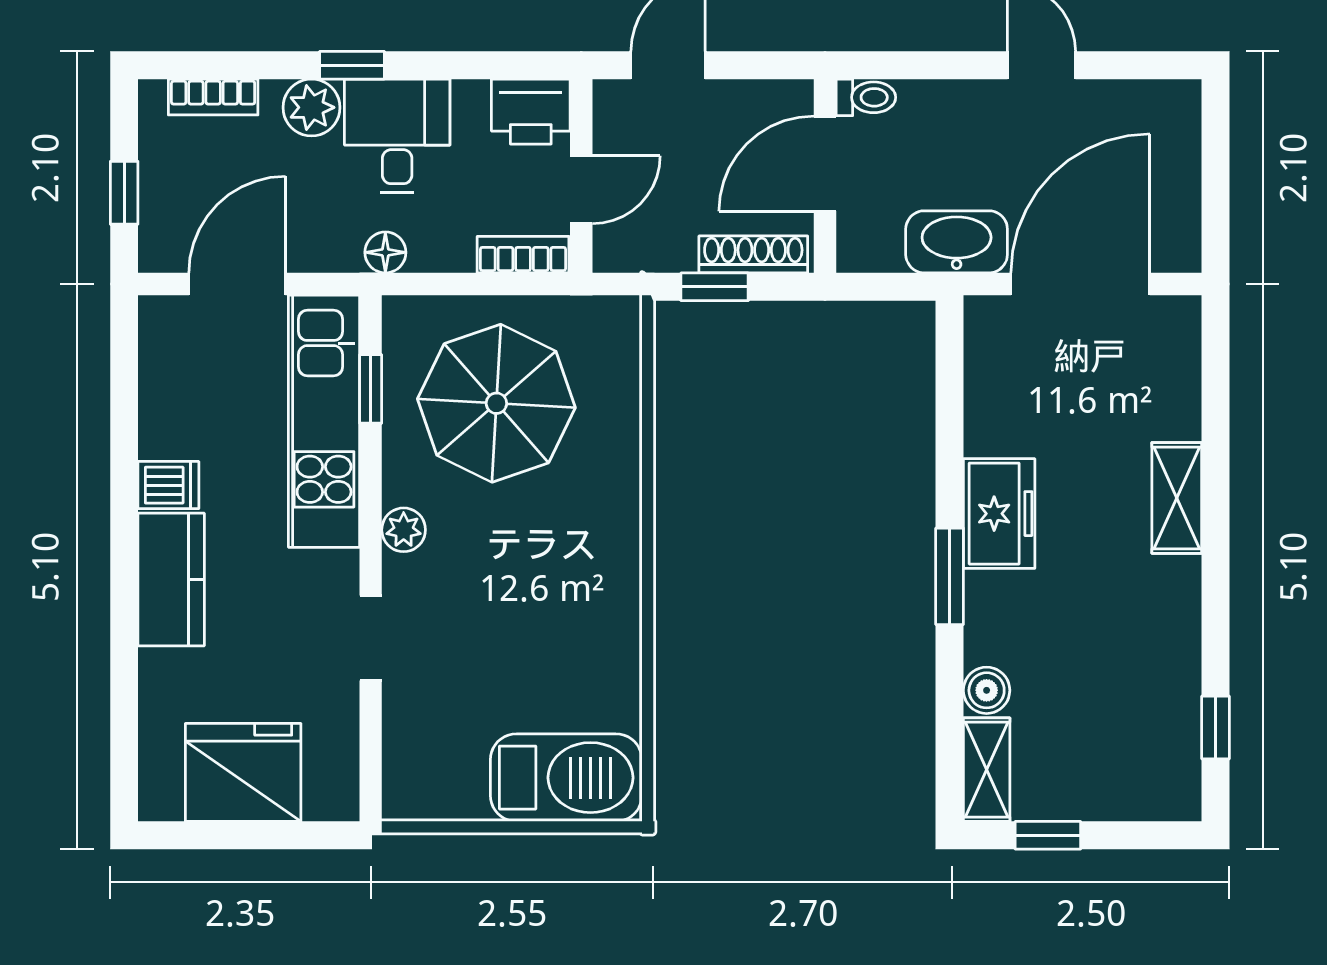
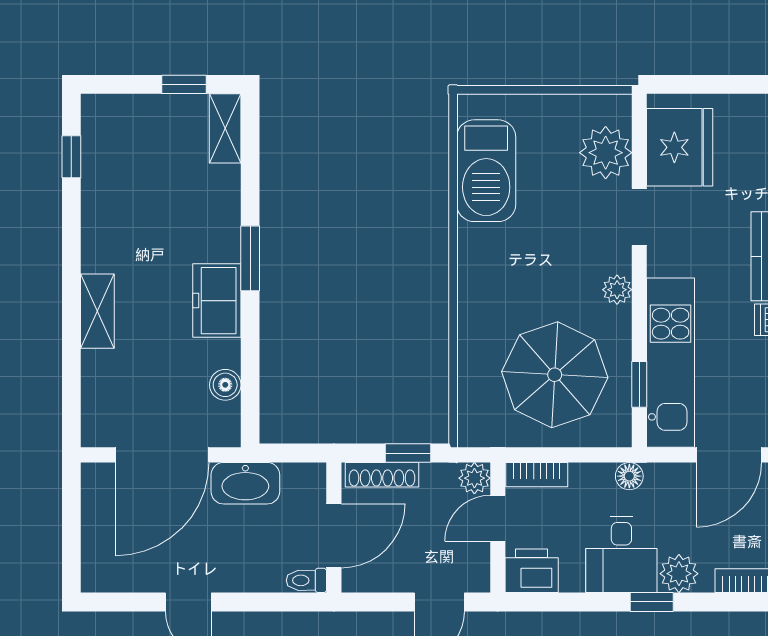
plant: (616, 249) -> (474, 478), added
boiler: (987, 690) -> (225, 385), moved
plant: (421, 734) -> (606, 153), added
fridge: (243, 772) -> (680, 147), moved, turned -90
barbecue: (566, 778) -> (486, 171), moved, turned -90

